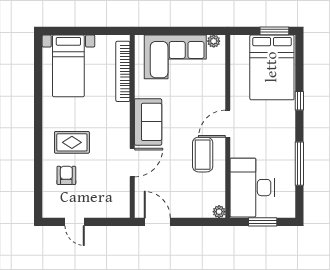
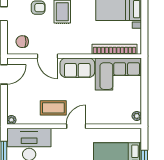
corner sofa: (175, 57) -> (118, 74), moved, turned -90
door: (228, 124) -> (76, 126), hinge flipped
chair: (113, 197) -> (22, 42), added

